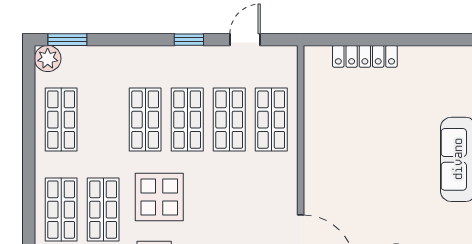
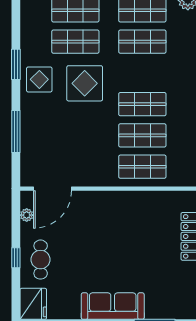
shop shelf: (145, 120) -> (142, 42), moved

